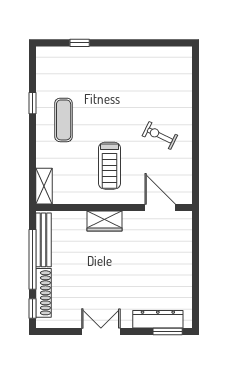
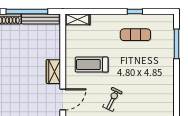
window: (80, 43) -> (176, 44), width x2.17
exercise mat: (64, 120) -> (135, 35), moved
wardrobe: (105, 221) -> (53, 72), moved

